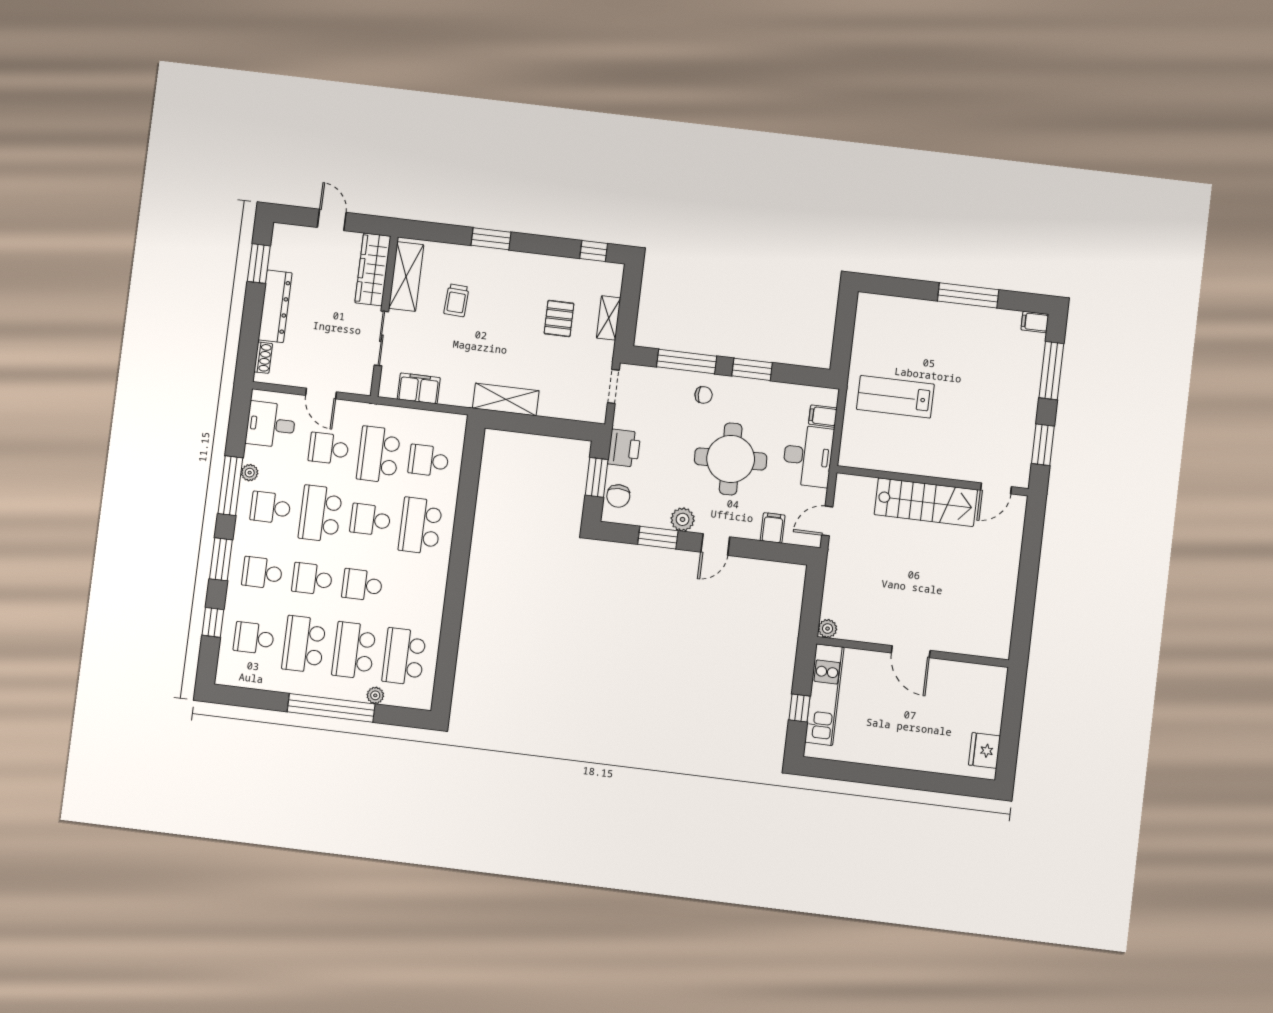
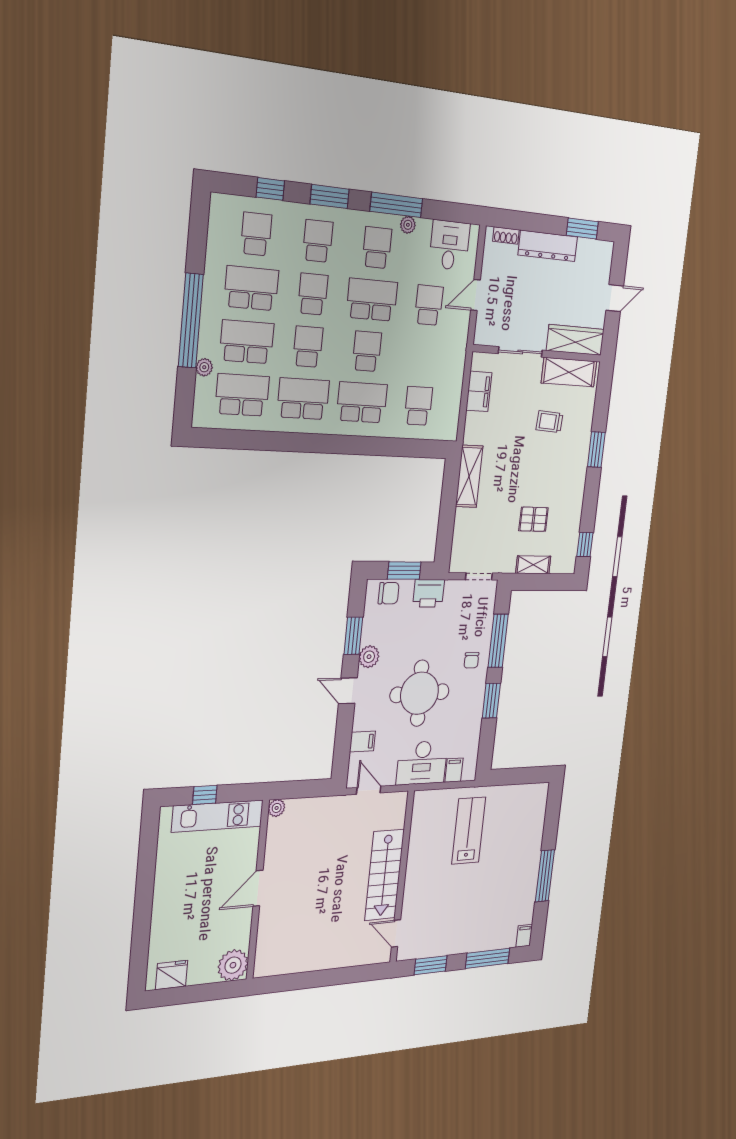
school desk: (379, 454) -> (303, 399), moved
chair: (618, 496) -> (389, 593), turned 180
plant: (989, 682) -> (233, 965), added

